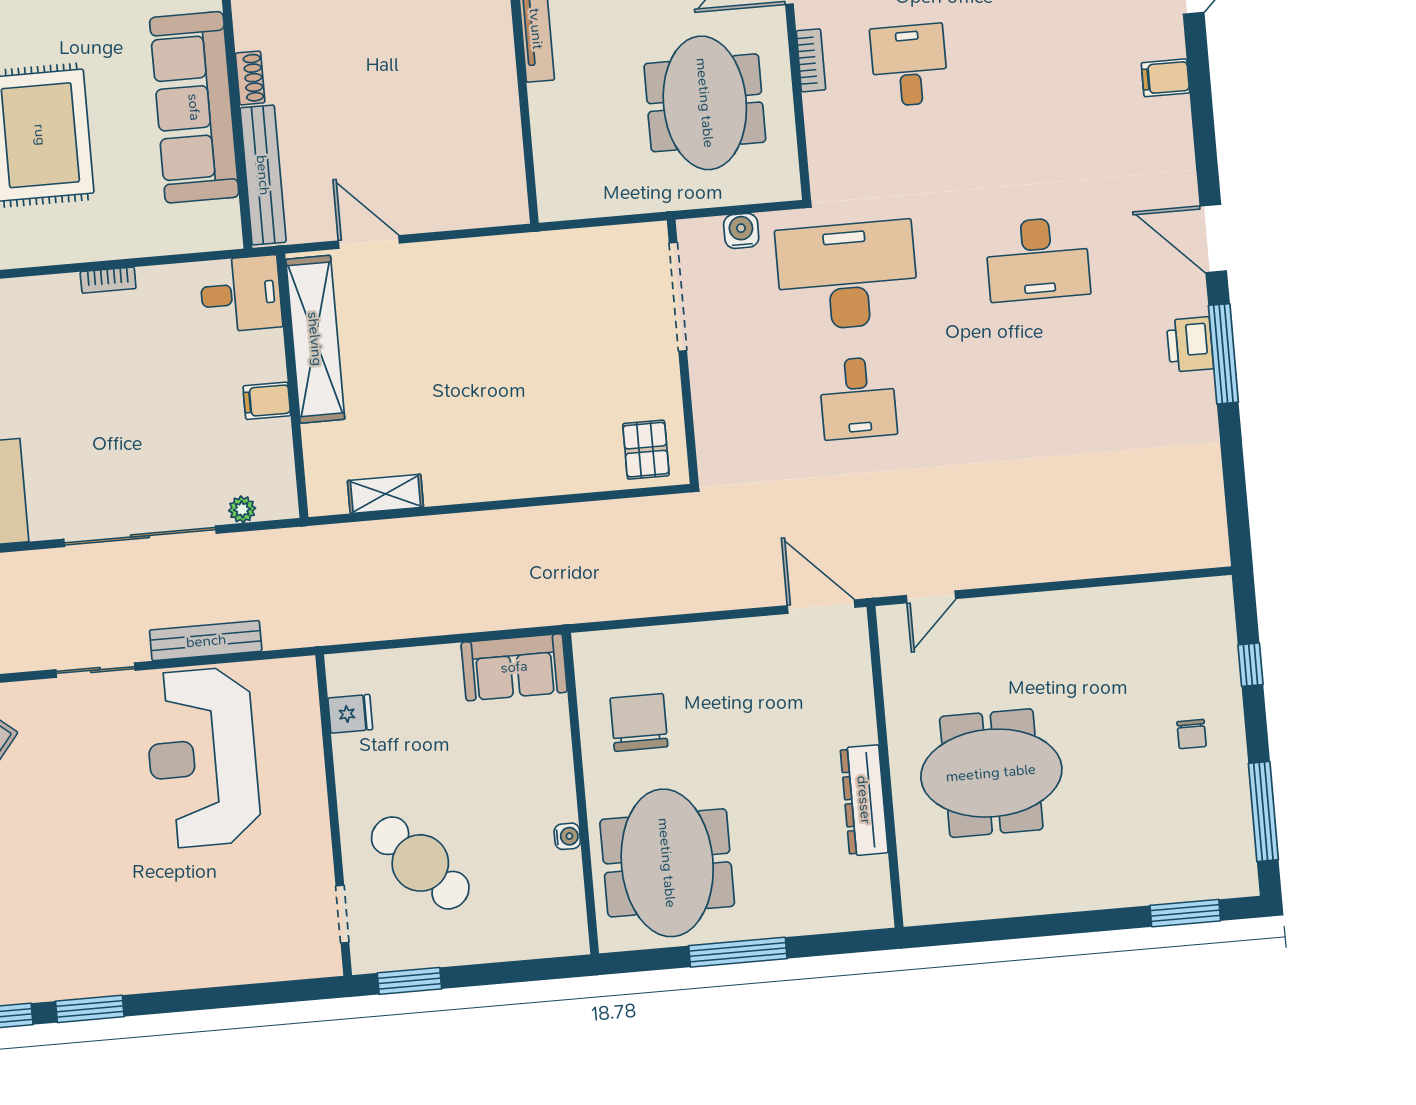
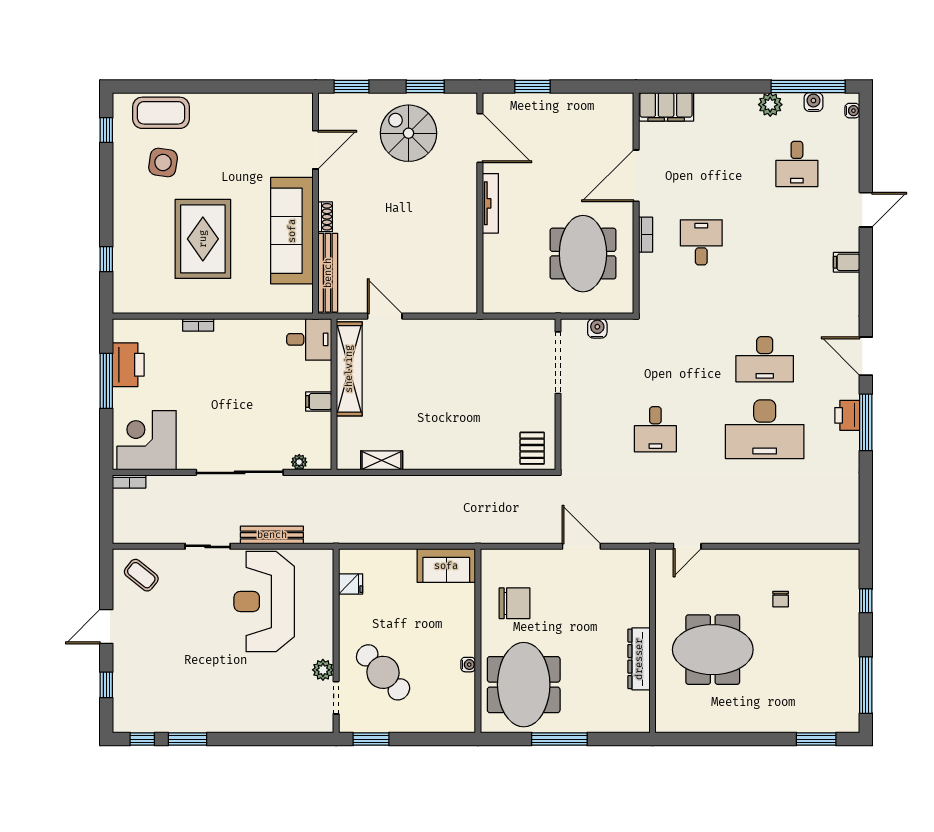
desk: (847, 276) -> (765, 429), moved, turned 180
bookcase: (108, 280) -> (198, 325), moved
door: (821, 607) -> (581, 546), moved
chair: (639, 722) -> (515, 603), turned 90
chair: (1192, 734) -> (781, 599), moved
plant: (315, 868) -> (323, 670), added

